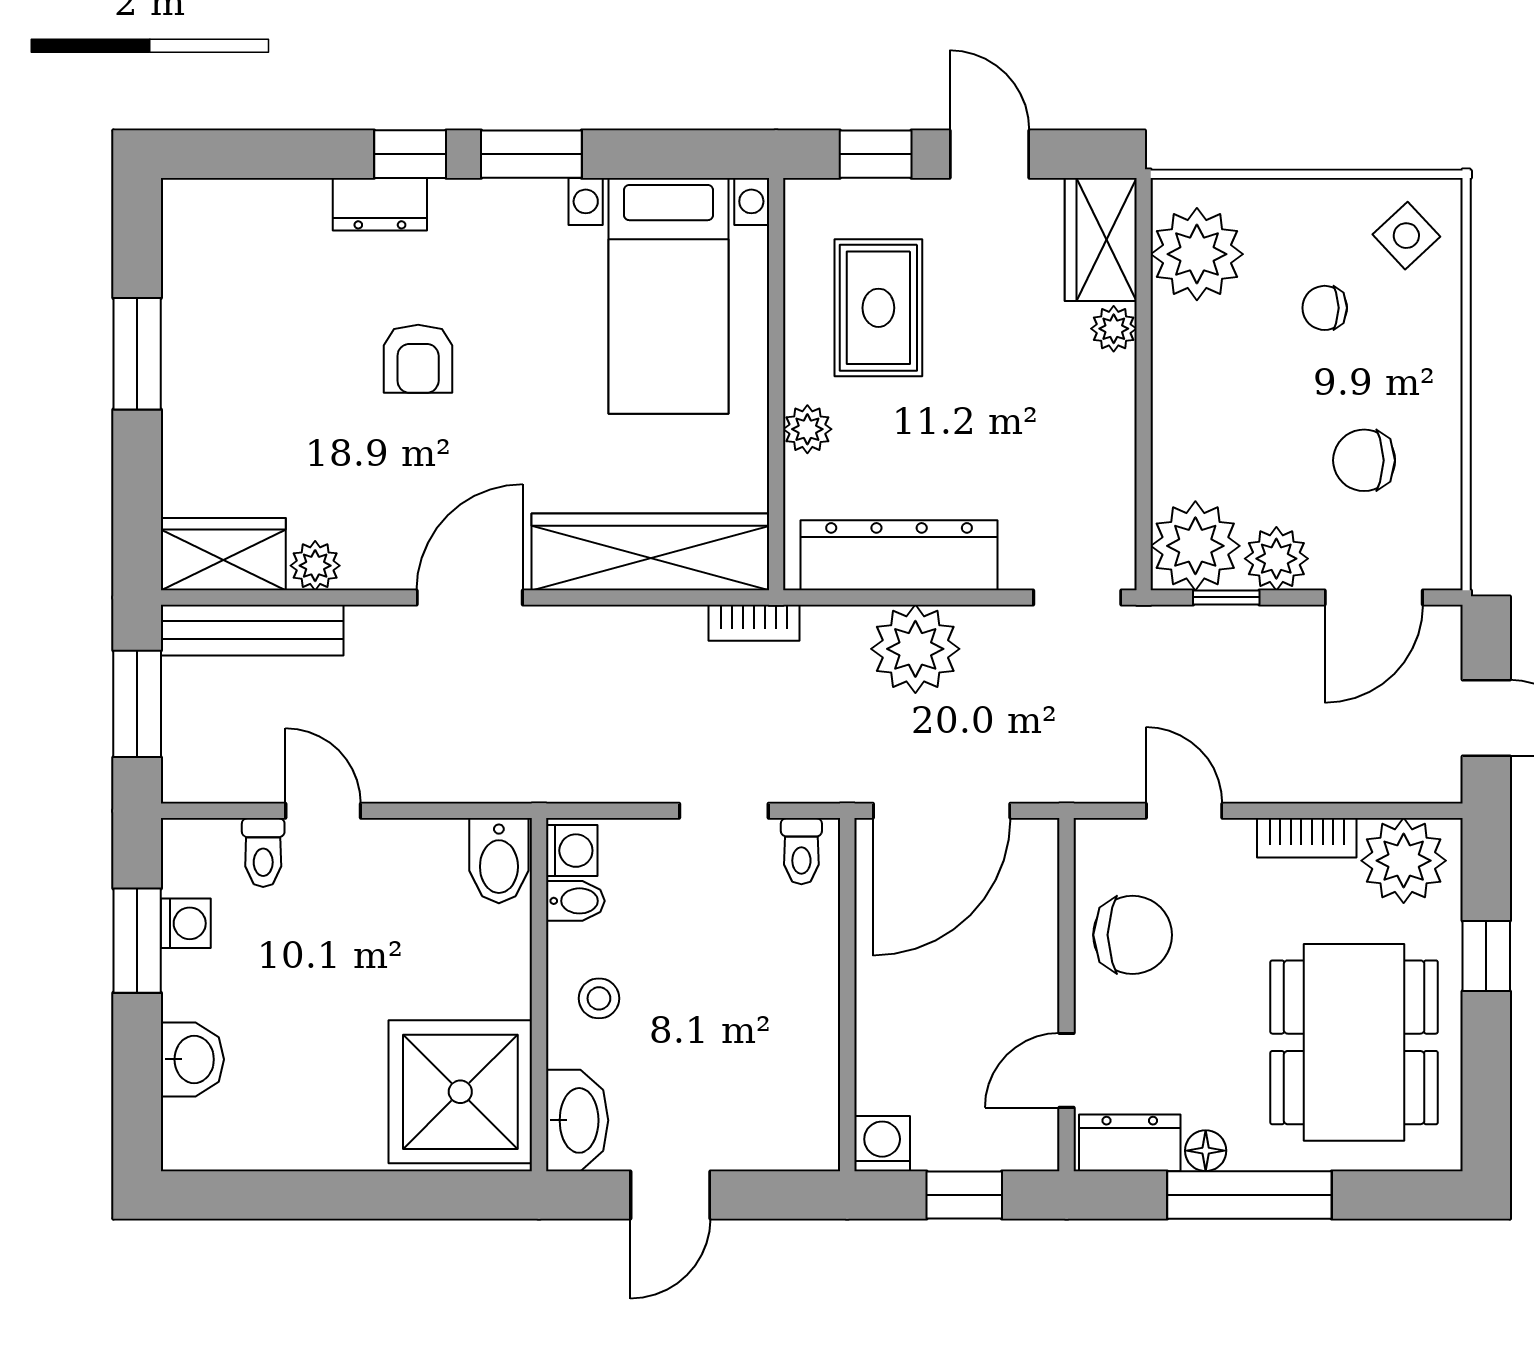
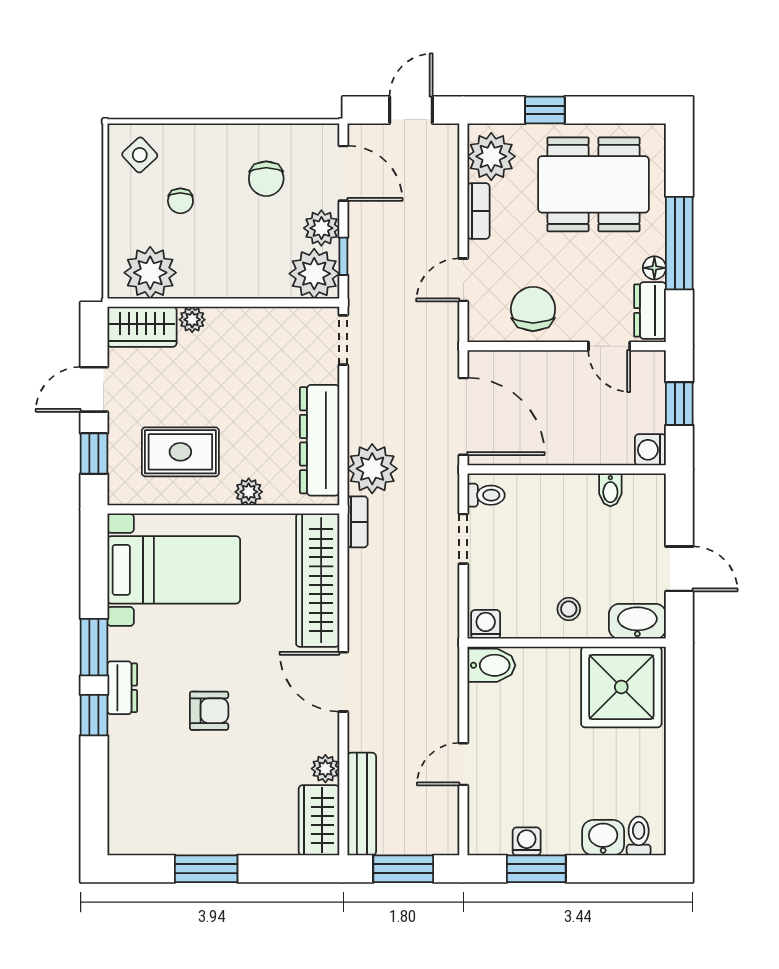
dresser: (380, 204) -> (122, 688), moved
plant: (915, 649) -> (372, 469), moved
toilet: (263, 853) -> (639, 836), moved, turned -90
bidet: (575, 901) -> (610, 490), moved, turned 180

